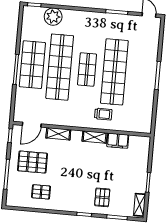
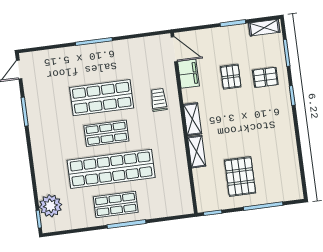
plant: (53, 17) -> (50, 206), moved
shop shelf: (32, 65) -> (116, 204), width x0.70, depth x0.74
shop shelf: (114, 72) -> (102, 98), width x0.71
door: (32, 125) -> (174, 49), moved
shelving: (95, 137) -> (192, 119), moved
pallet: (41, 192) -> (231, 77), moved

